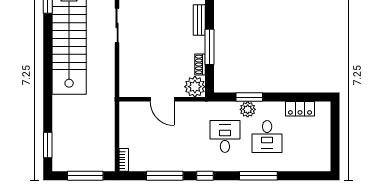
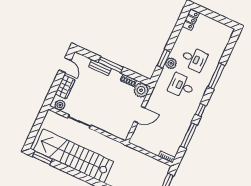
window: (210, 47) -> (111, 65), moved
locker: (300, 109) -> (191, 20), moved

